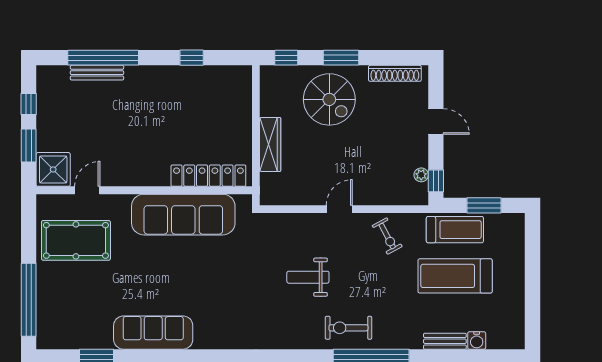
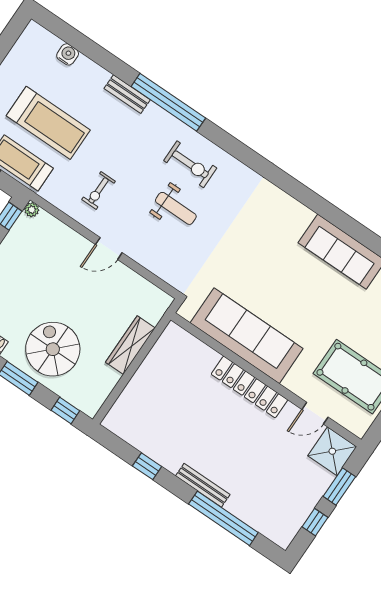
bench: (97, 73) -> (203, 485), moved
plant: (421, 175) -> (32, 210), moved
locker: (208, 176) -> (249, 387), moved
exercise bike: (387, 236) -> (99, 190), moved, turned -152
exercise bike: (348, 328) -> (190, 164), moved
bench: (445, 341) -> (127, 94), moved

